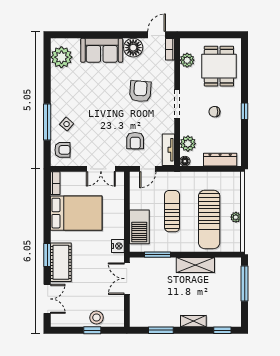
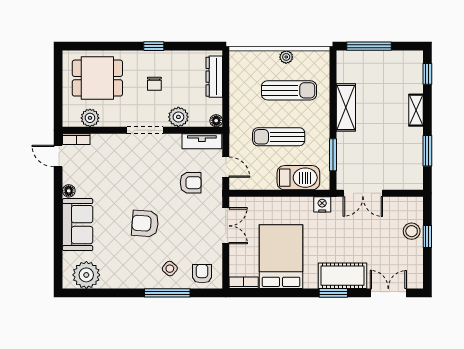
floor lamp: (133, 48) -> (69, 191), width x0.53, depth x0.53
armchair: (140, 91) -> (145, 223), moved
plant: (188, 144) -> (178, 117), moved
sun lounger: (209, 219) -> (289, 90), width x0.73, depth x0.75

